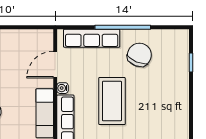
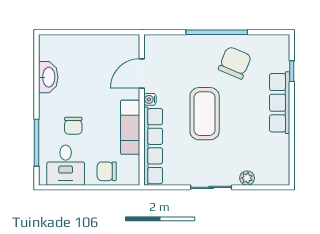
row of seats: (92, 38) -> (280, 103), moved, turned 90

